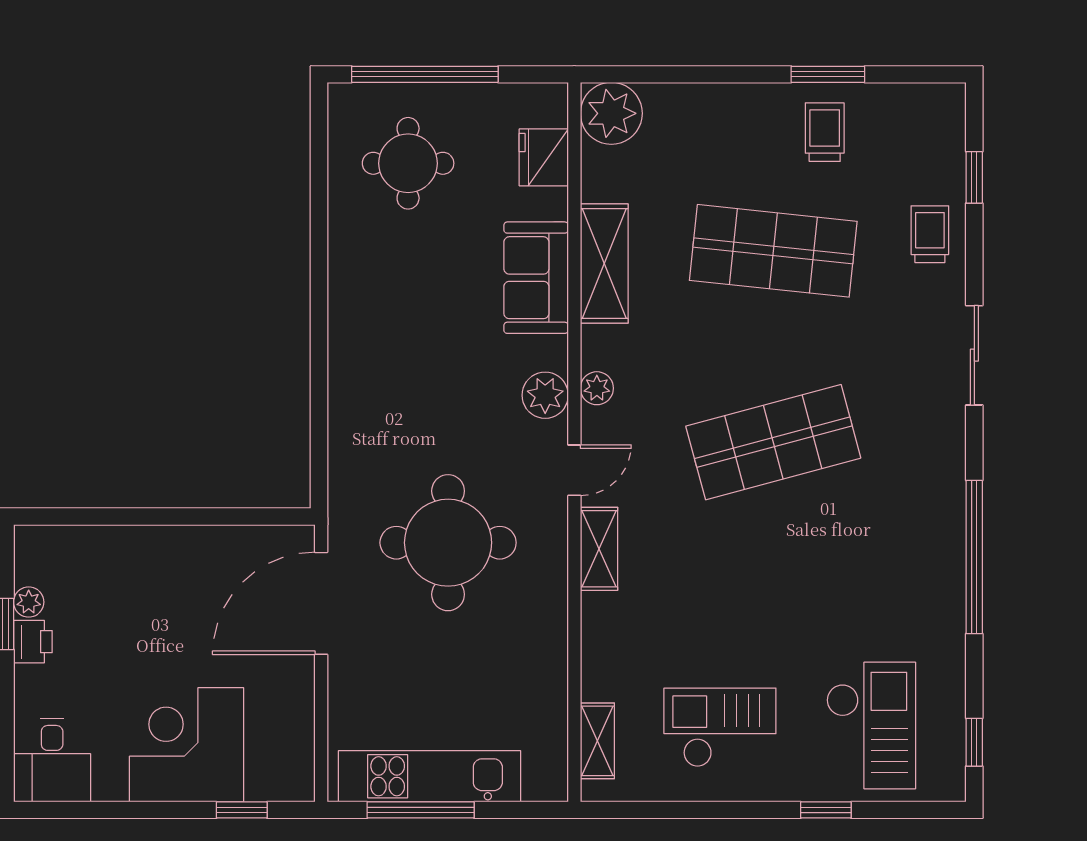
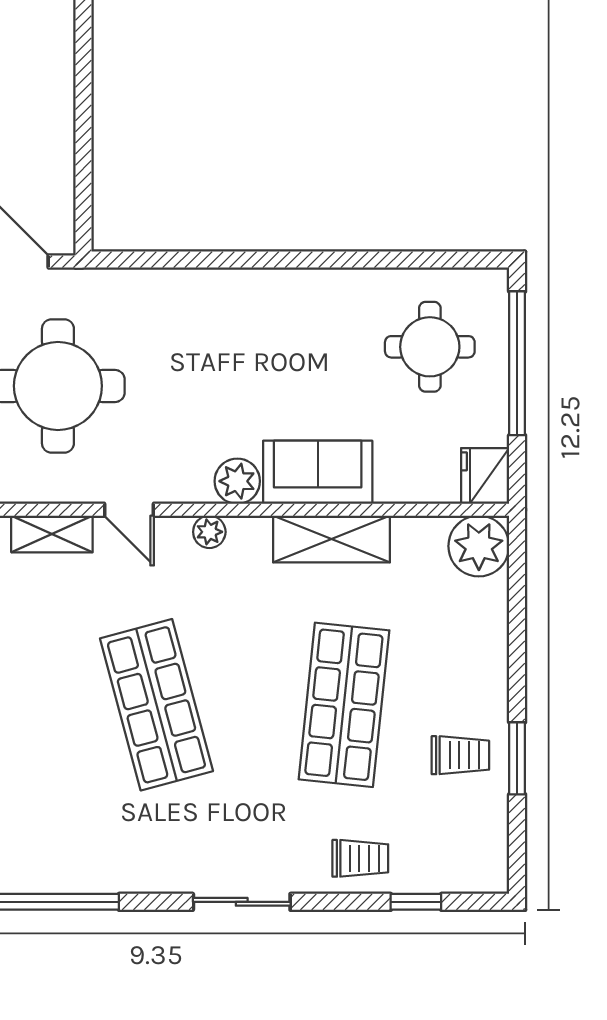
fridge: (544, 157) -> (485, 476), moved, turned -90
plant: (545, 395) -> (237, 481), moved

